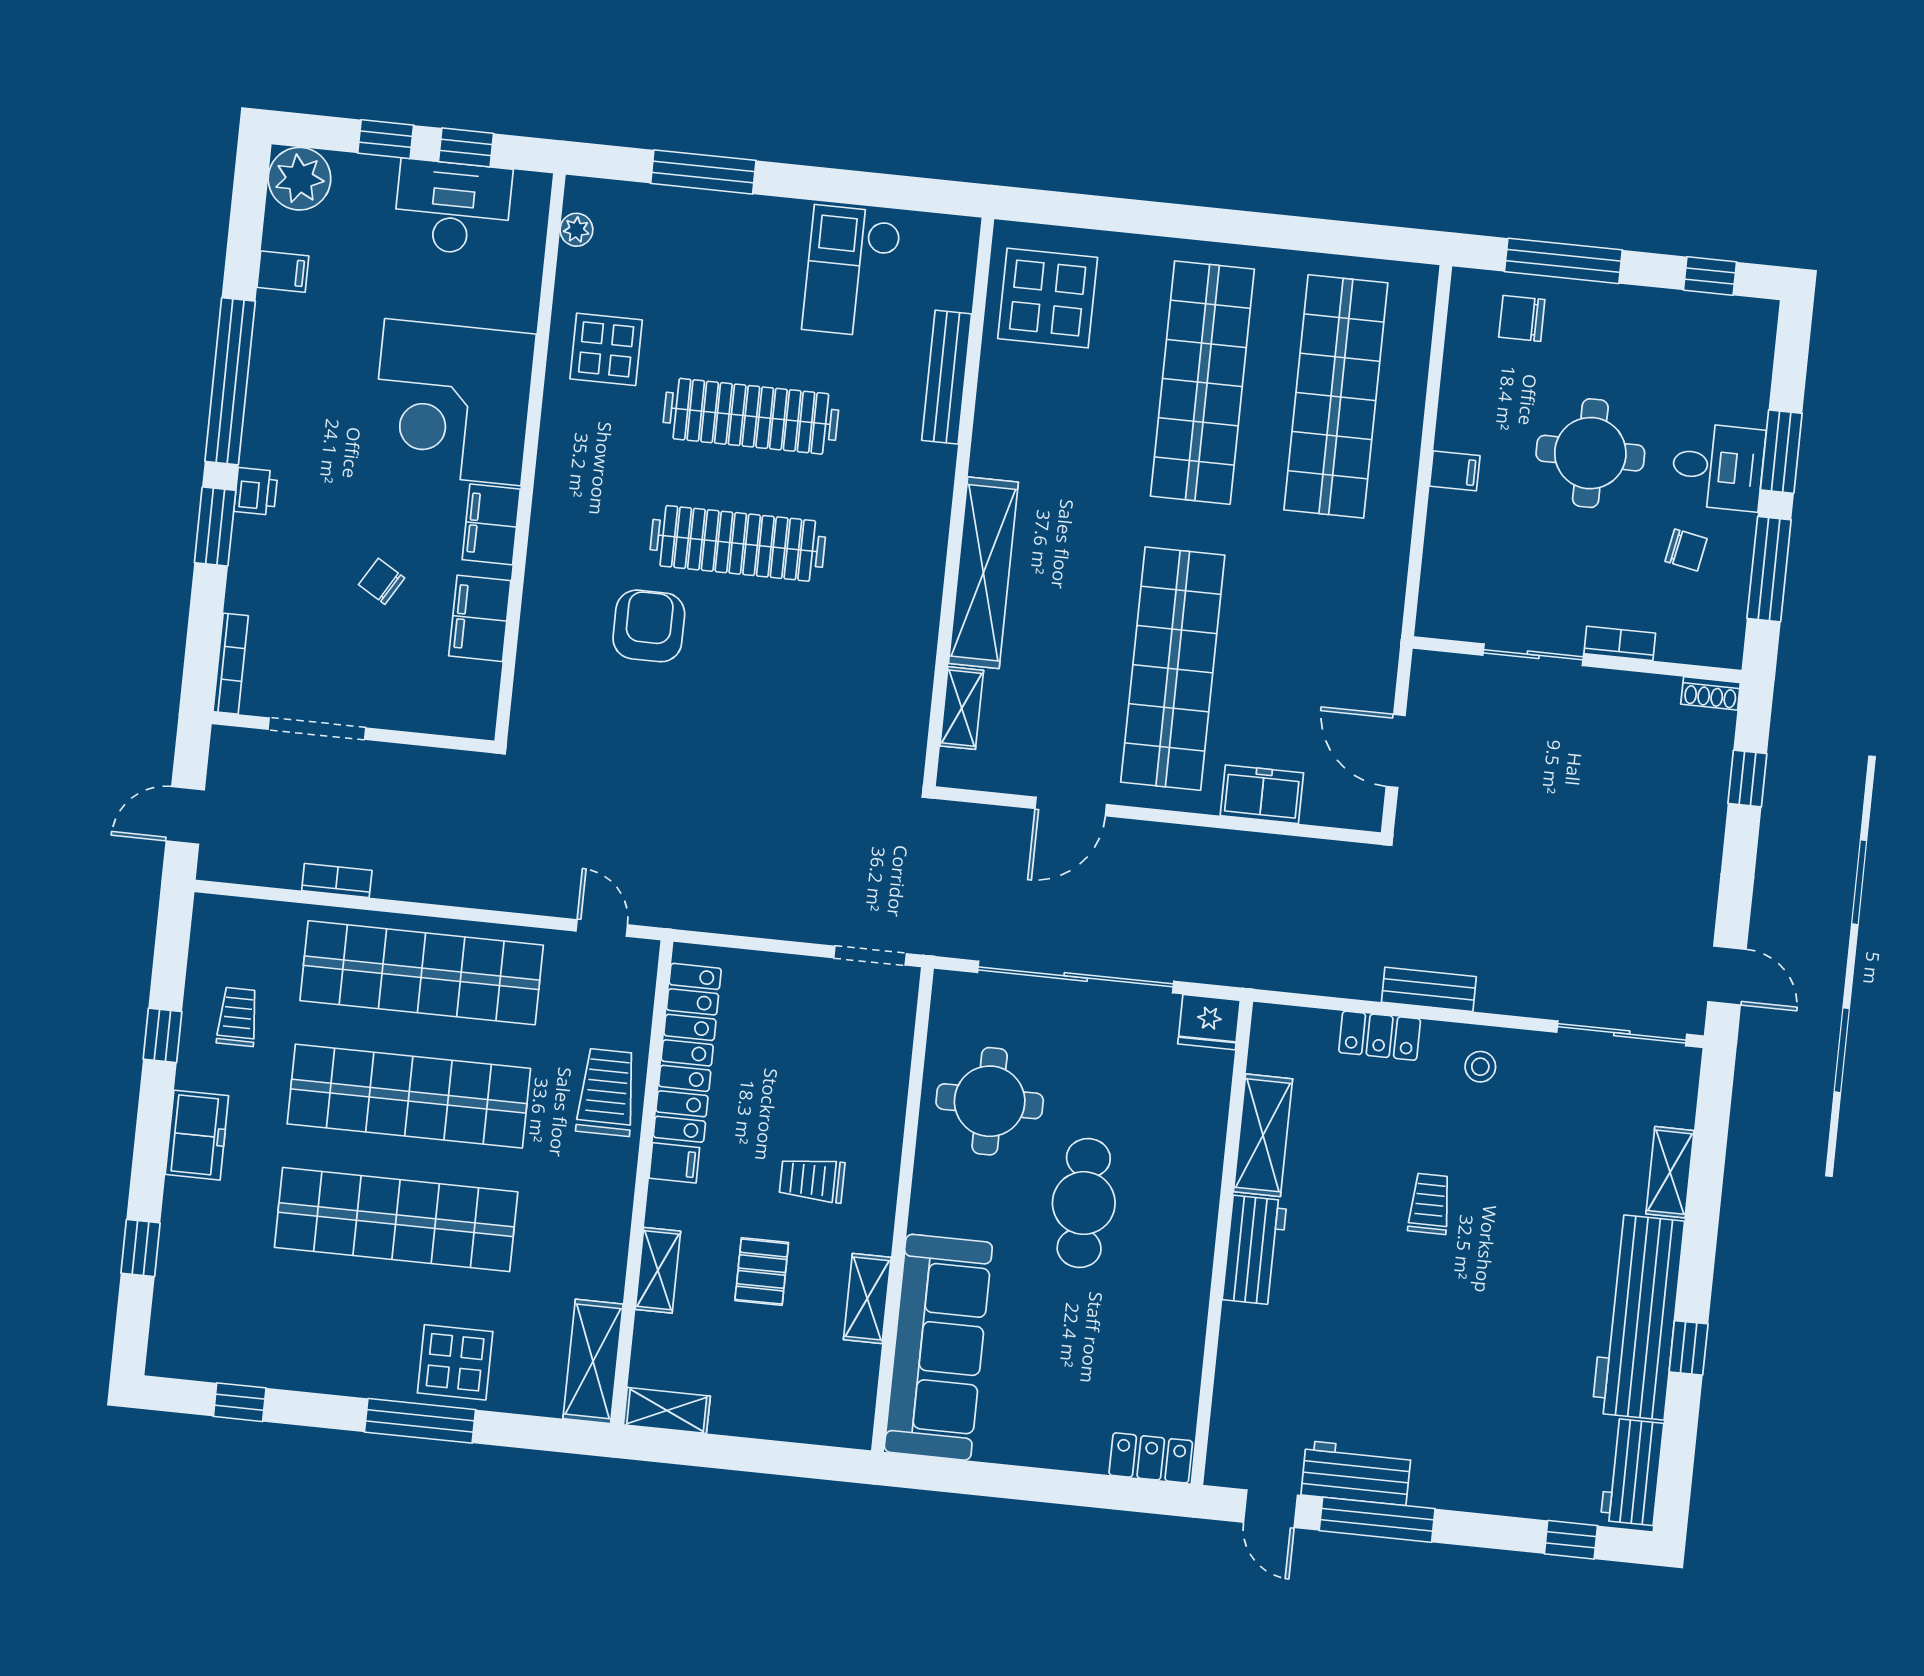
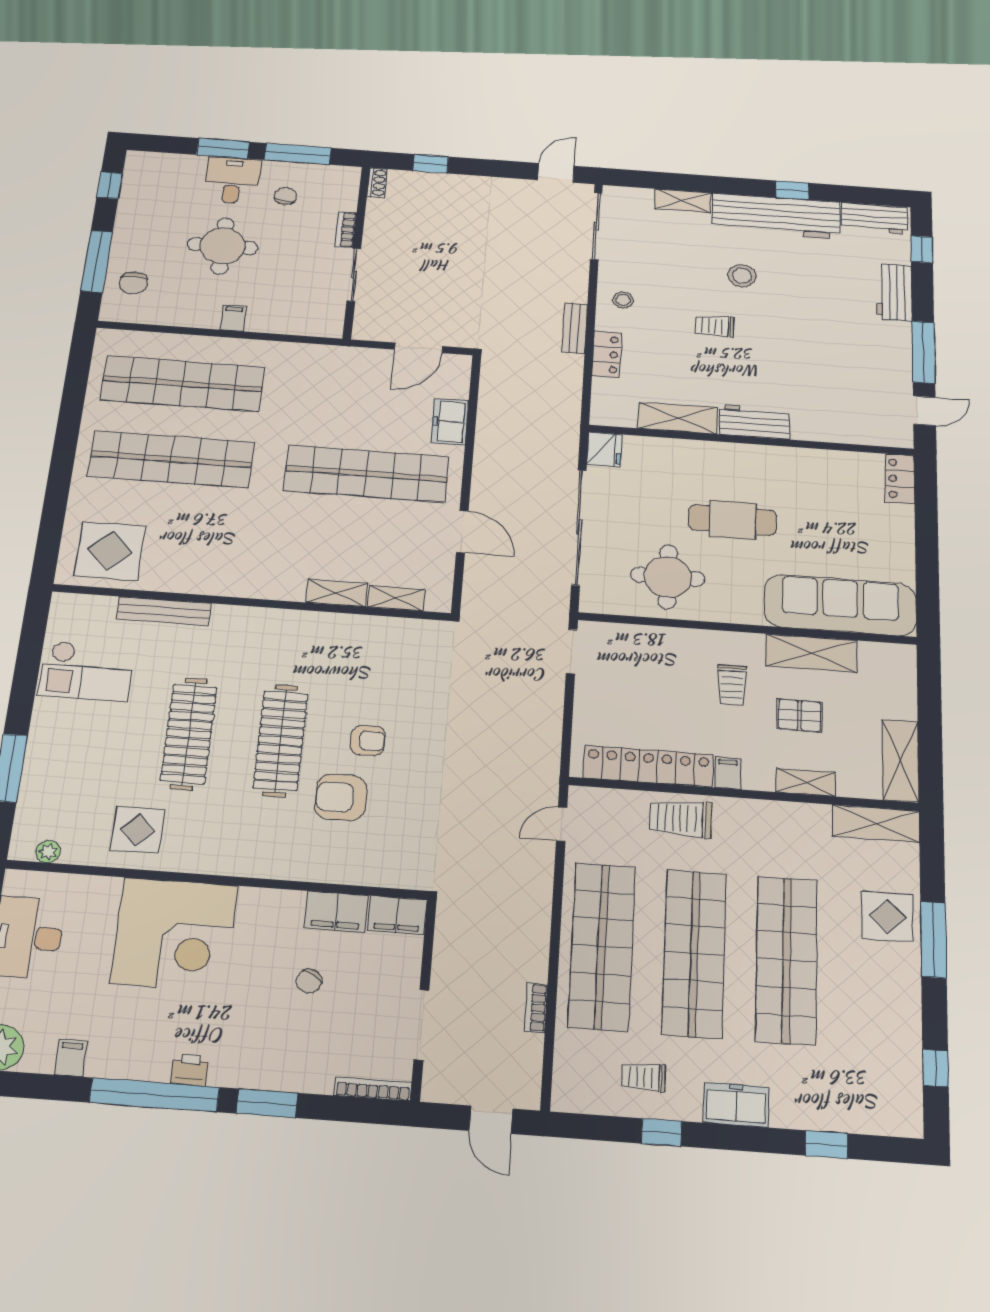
printer: (256, 491) -> (190, 1070), moved
filing cabinet: (491, 524) -> (397, 915), moved
shelving: (983, 573) -> (336, 593), width x0.45, depth x0.75
armchair: (735, 664) -> (368, 740), added
stool: (1524, 1254) -> (742, 276), added
shelving: (867, 1299) -> (811, 653), width x1.50, depth x1.33
shelving: (667, 1410) -> (900, 761), width x1.50, depth x1.33
workbench: (1356, 1473) -> (894, 292), moved

